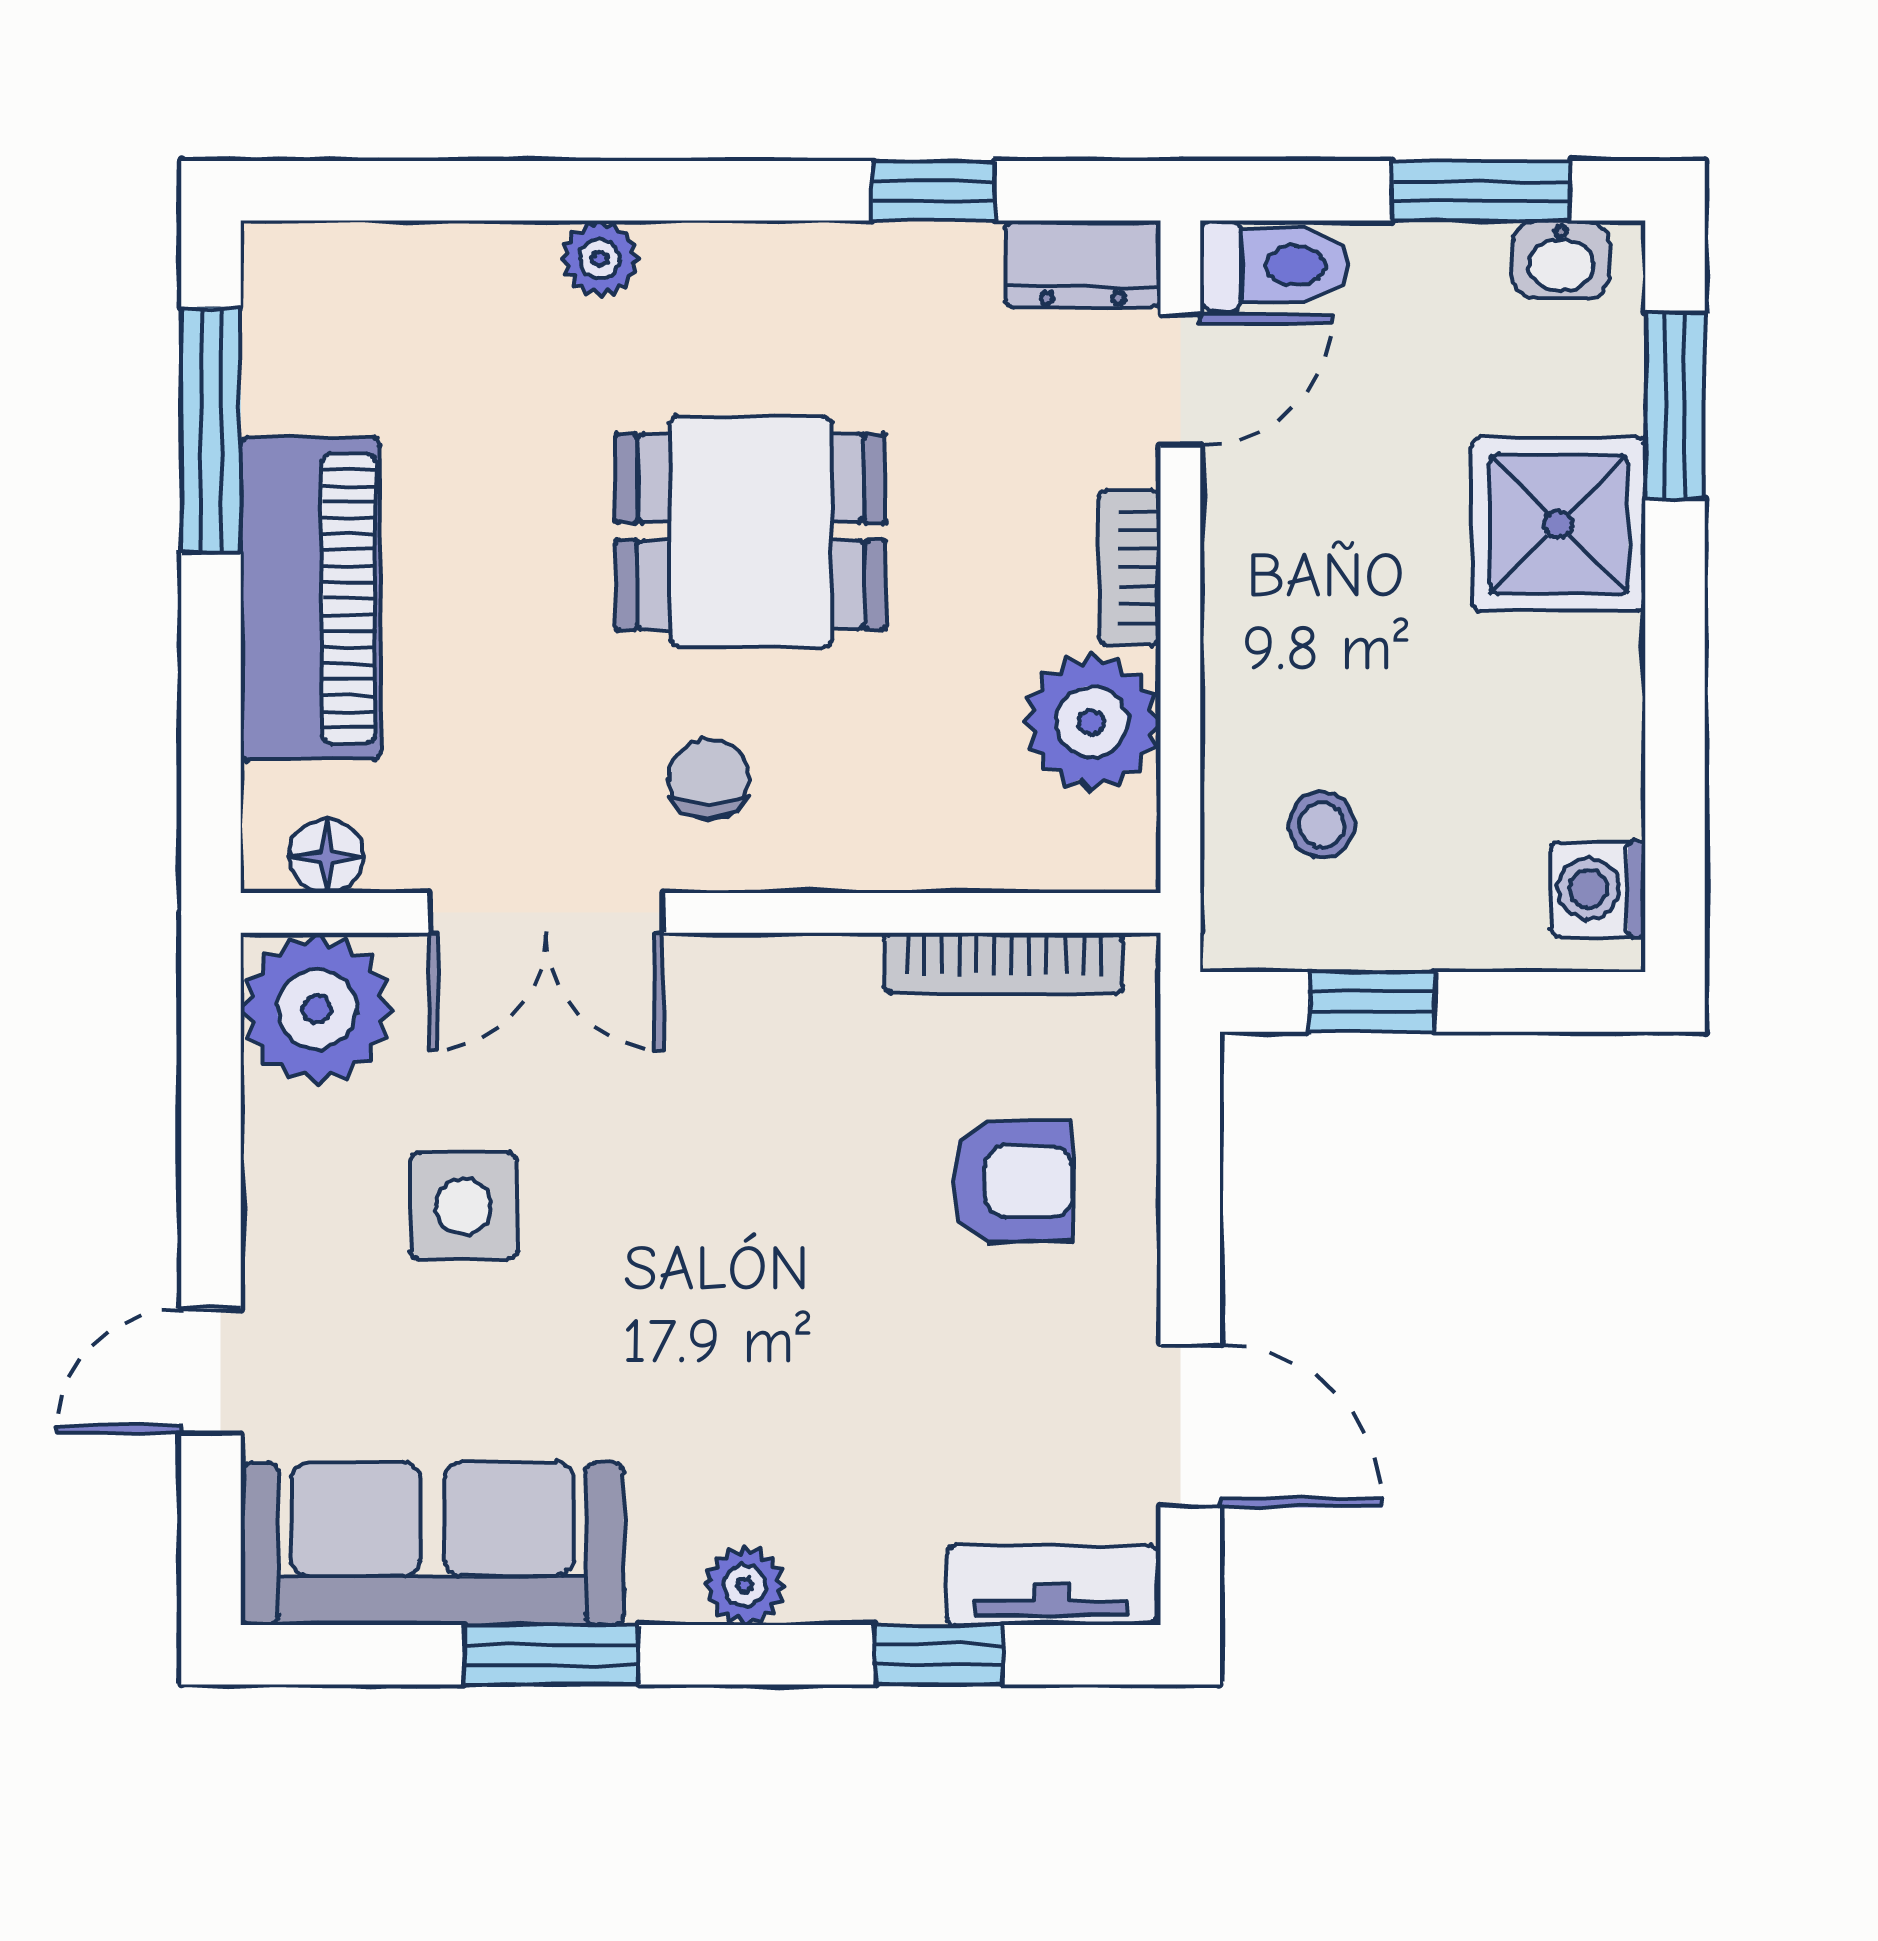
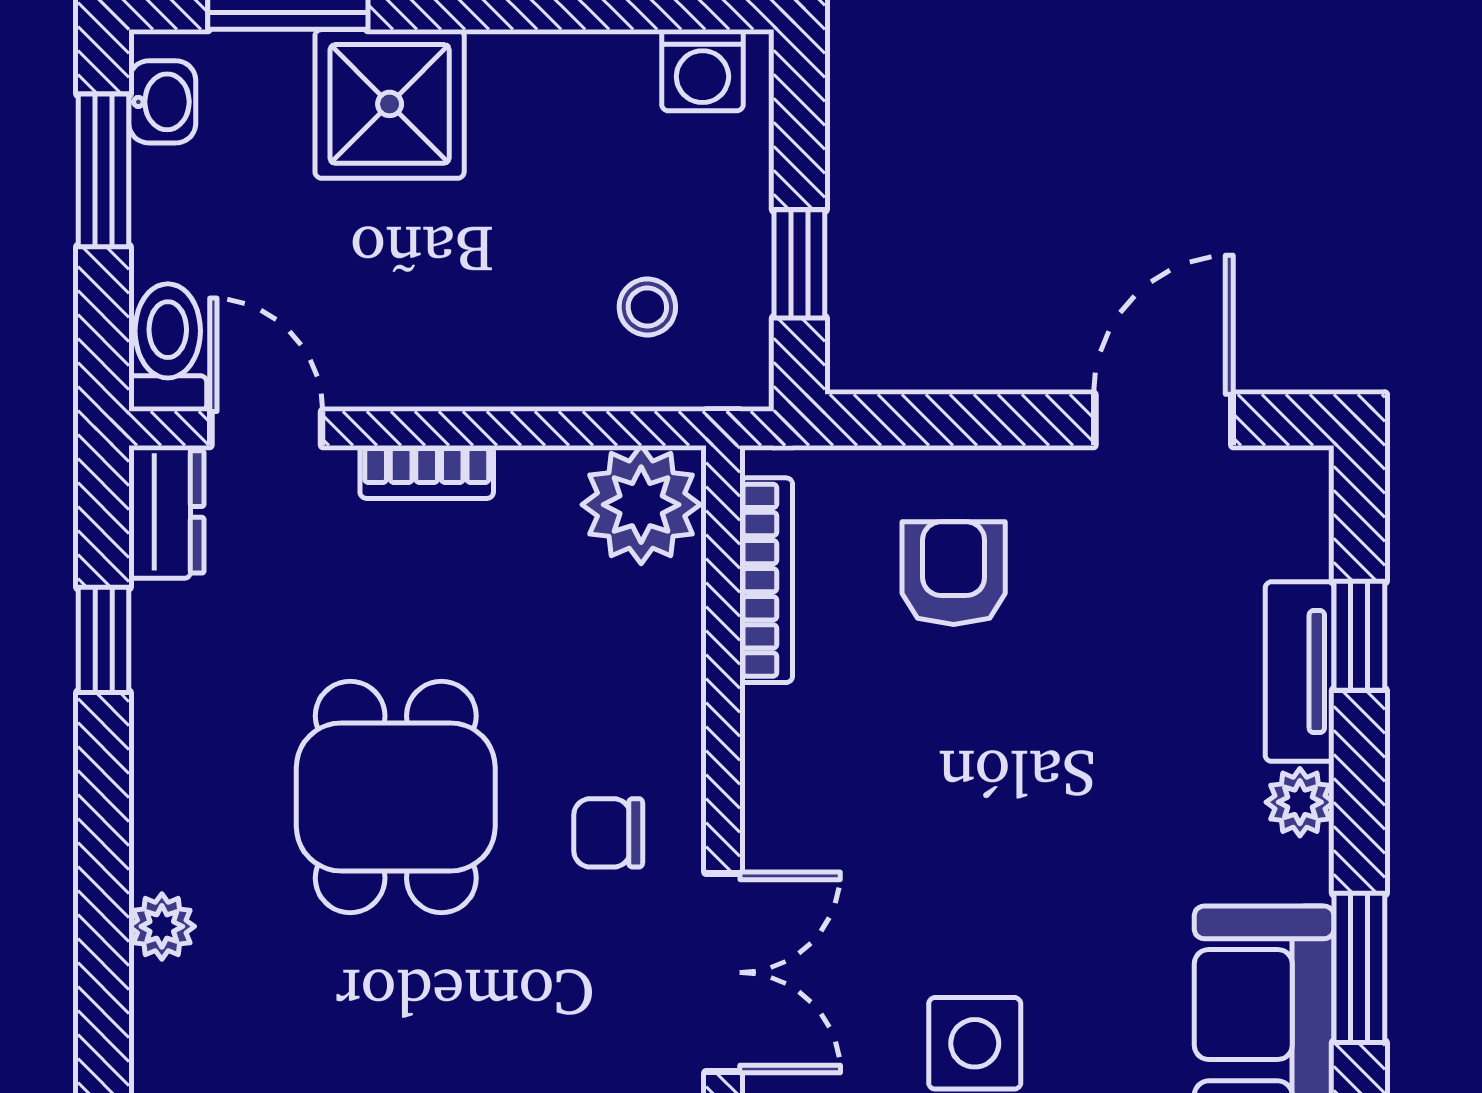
plant: (1091, 722) -> (641, 505), moved
tv unit: (1052, 1585) -> (1300, 672), moved

